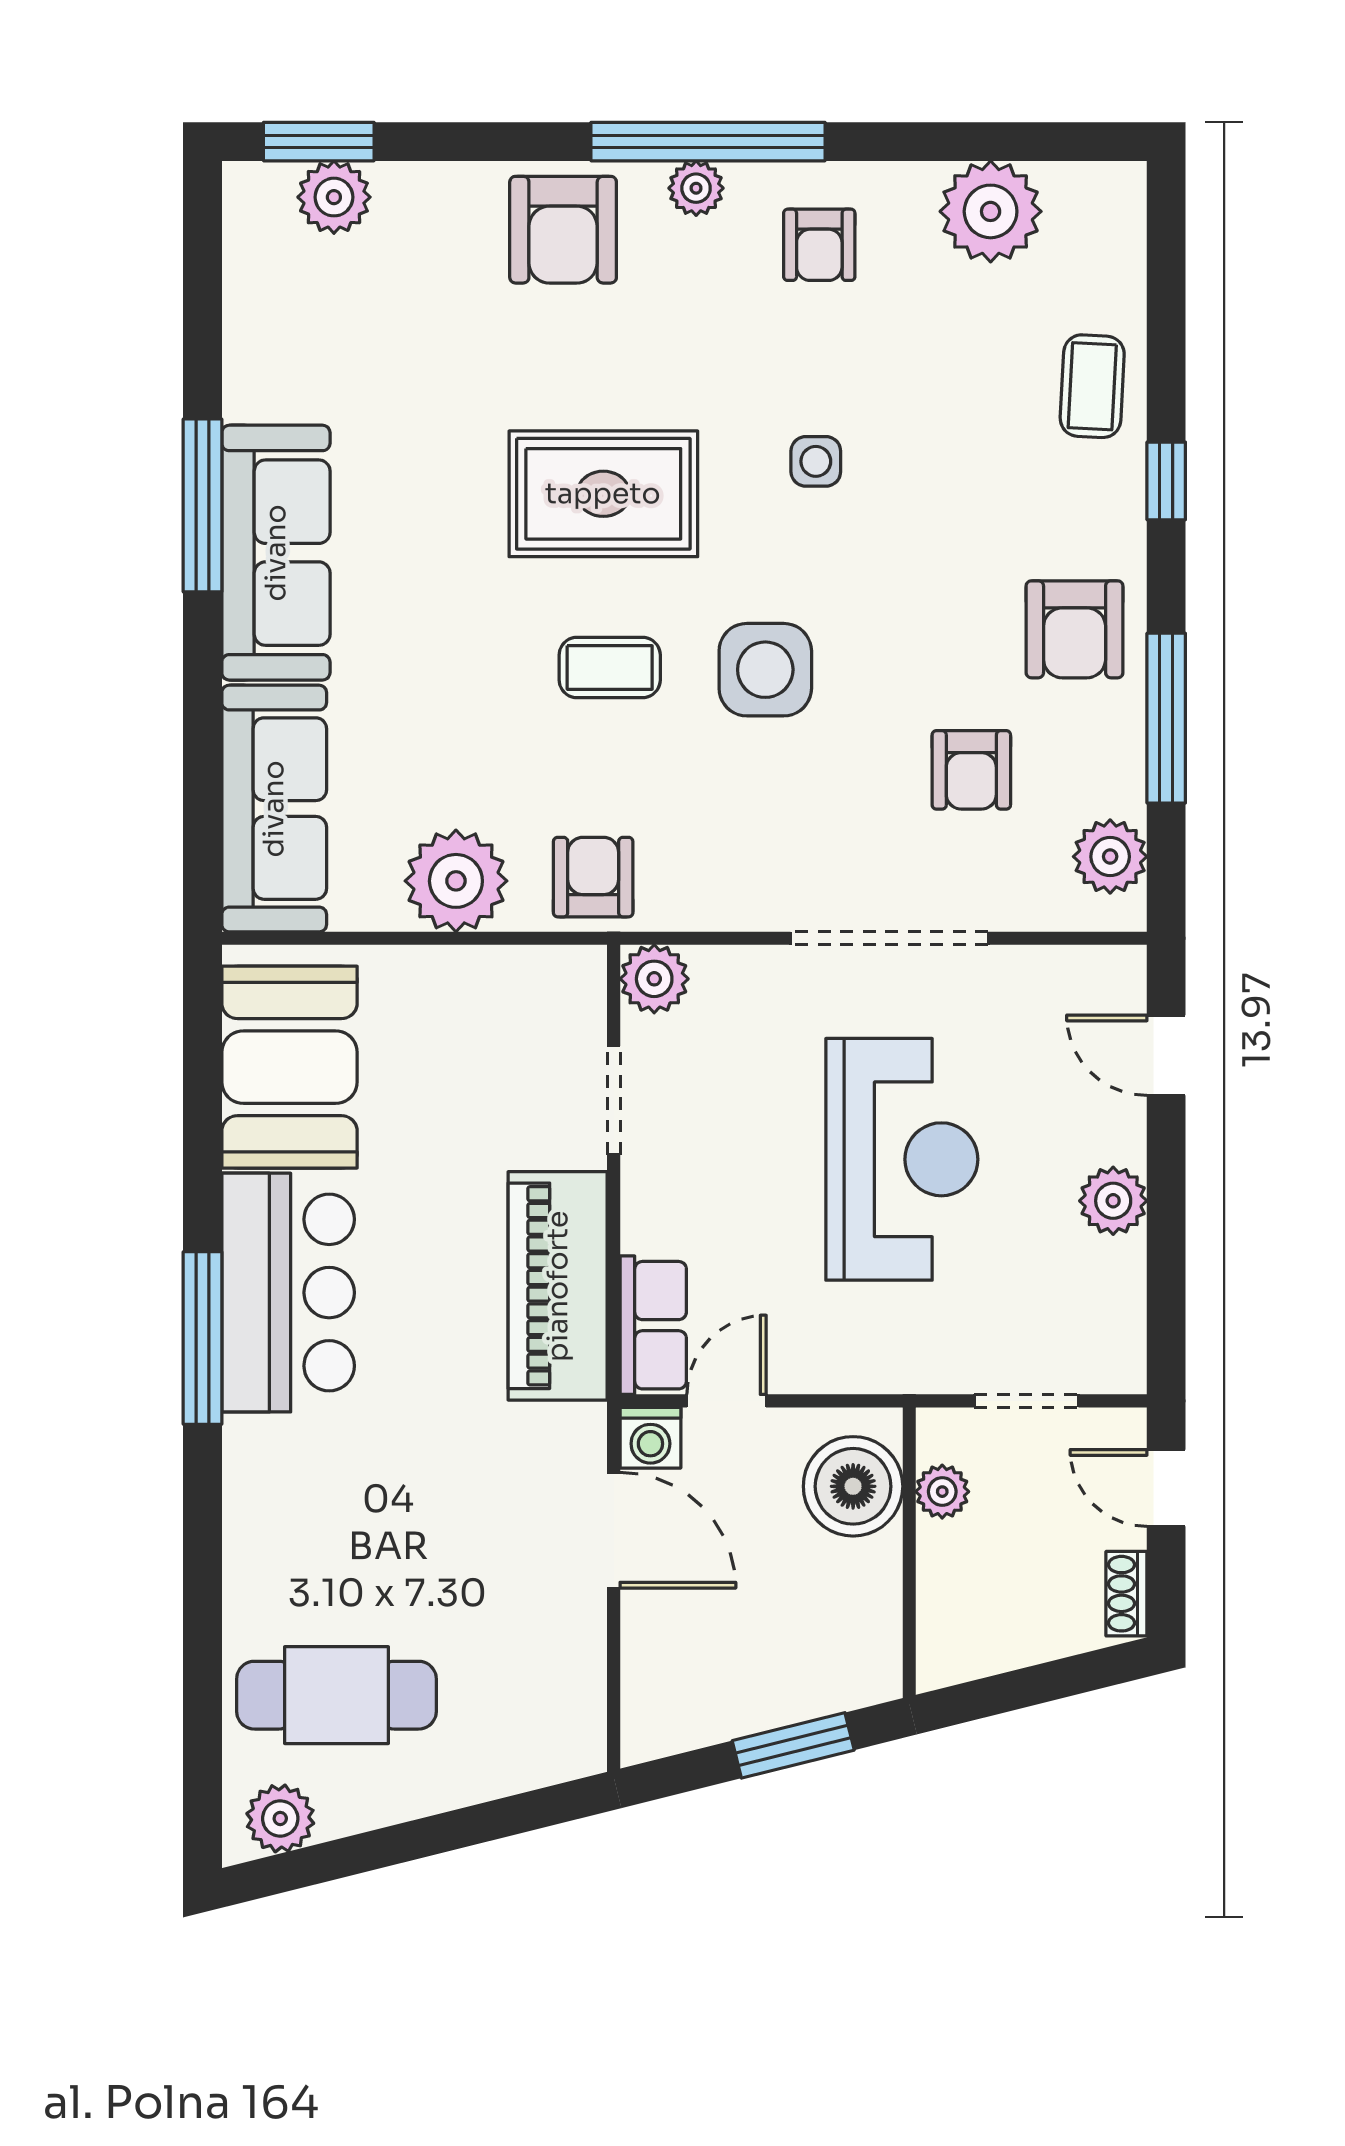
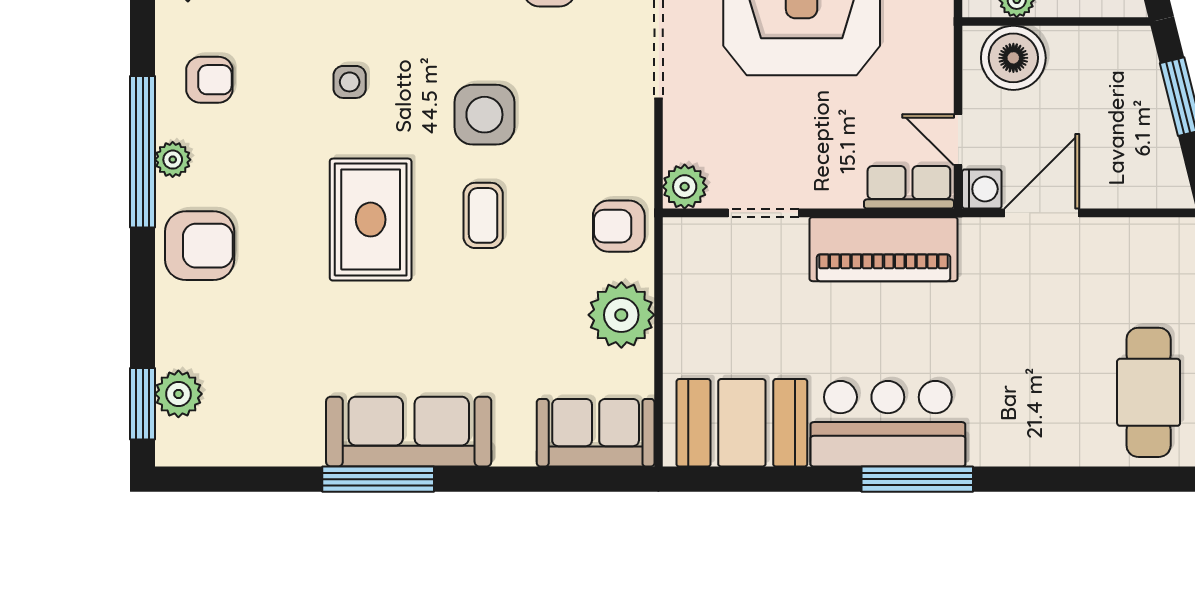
sofa: (274, 809) -> (596, 433), width x0.73

